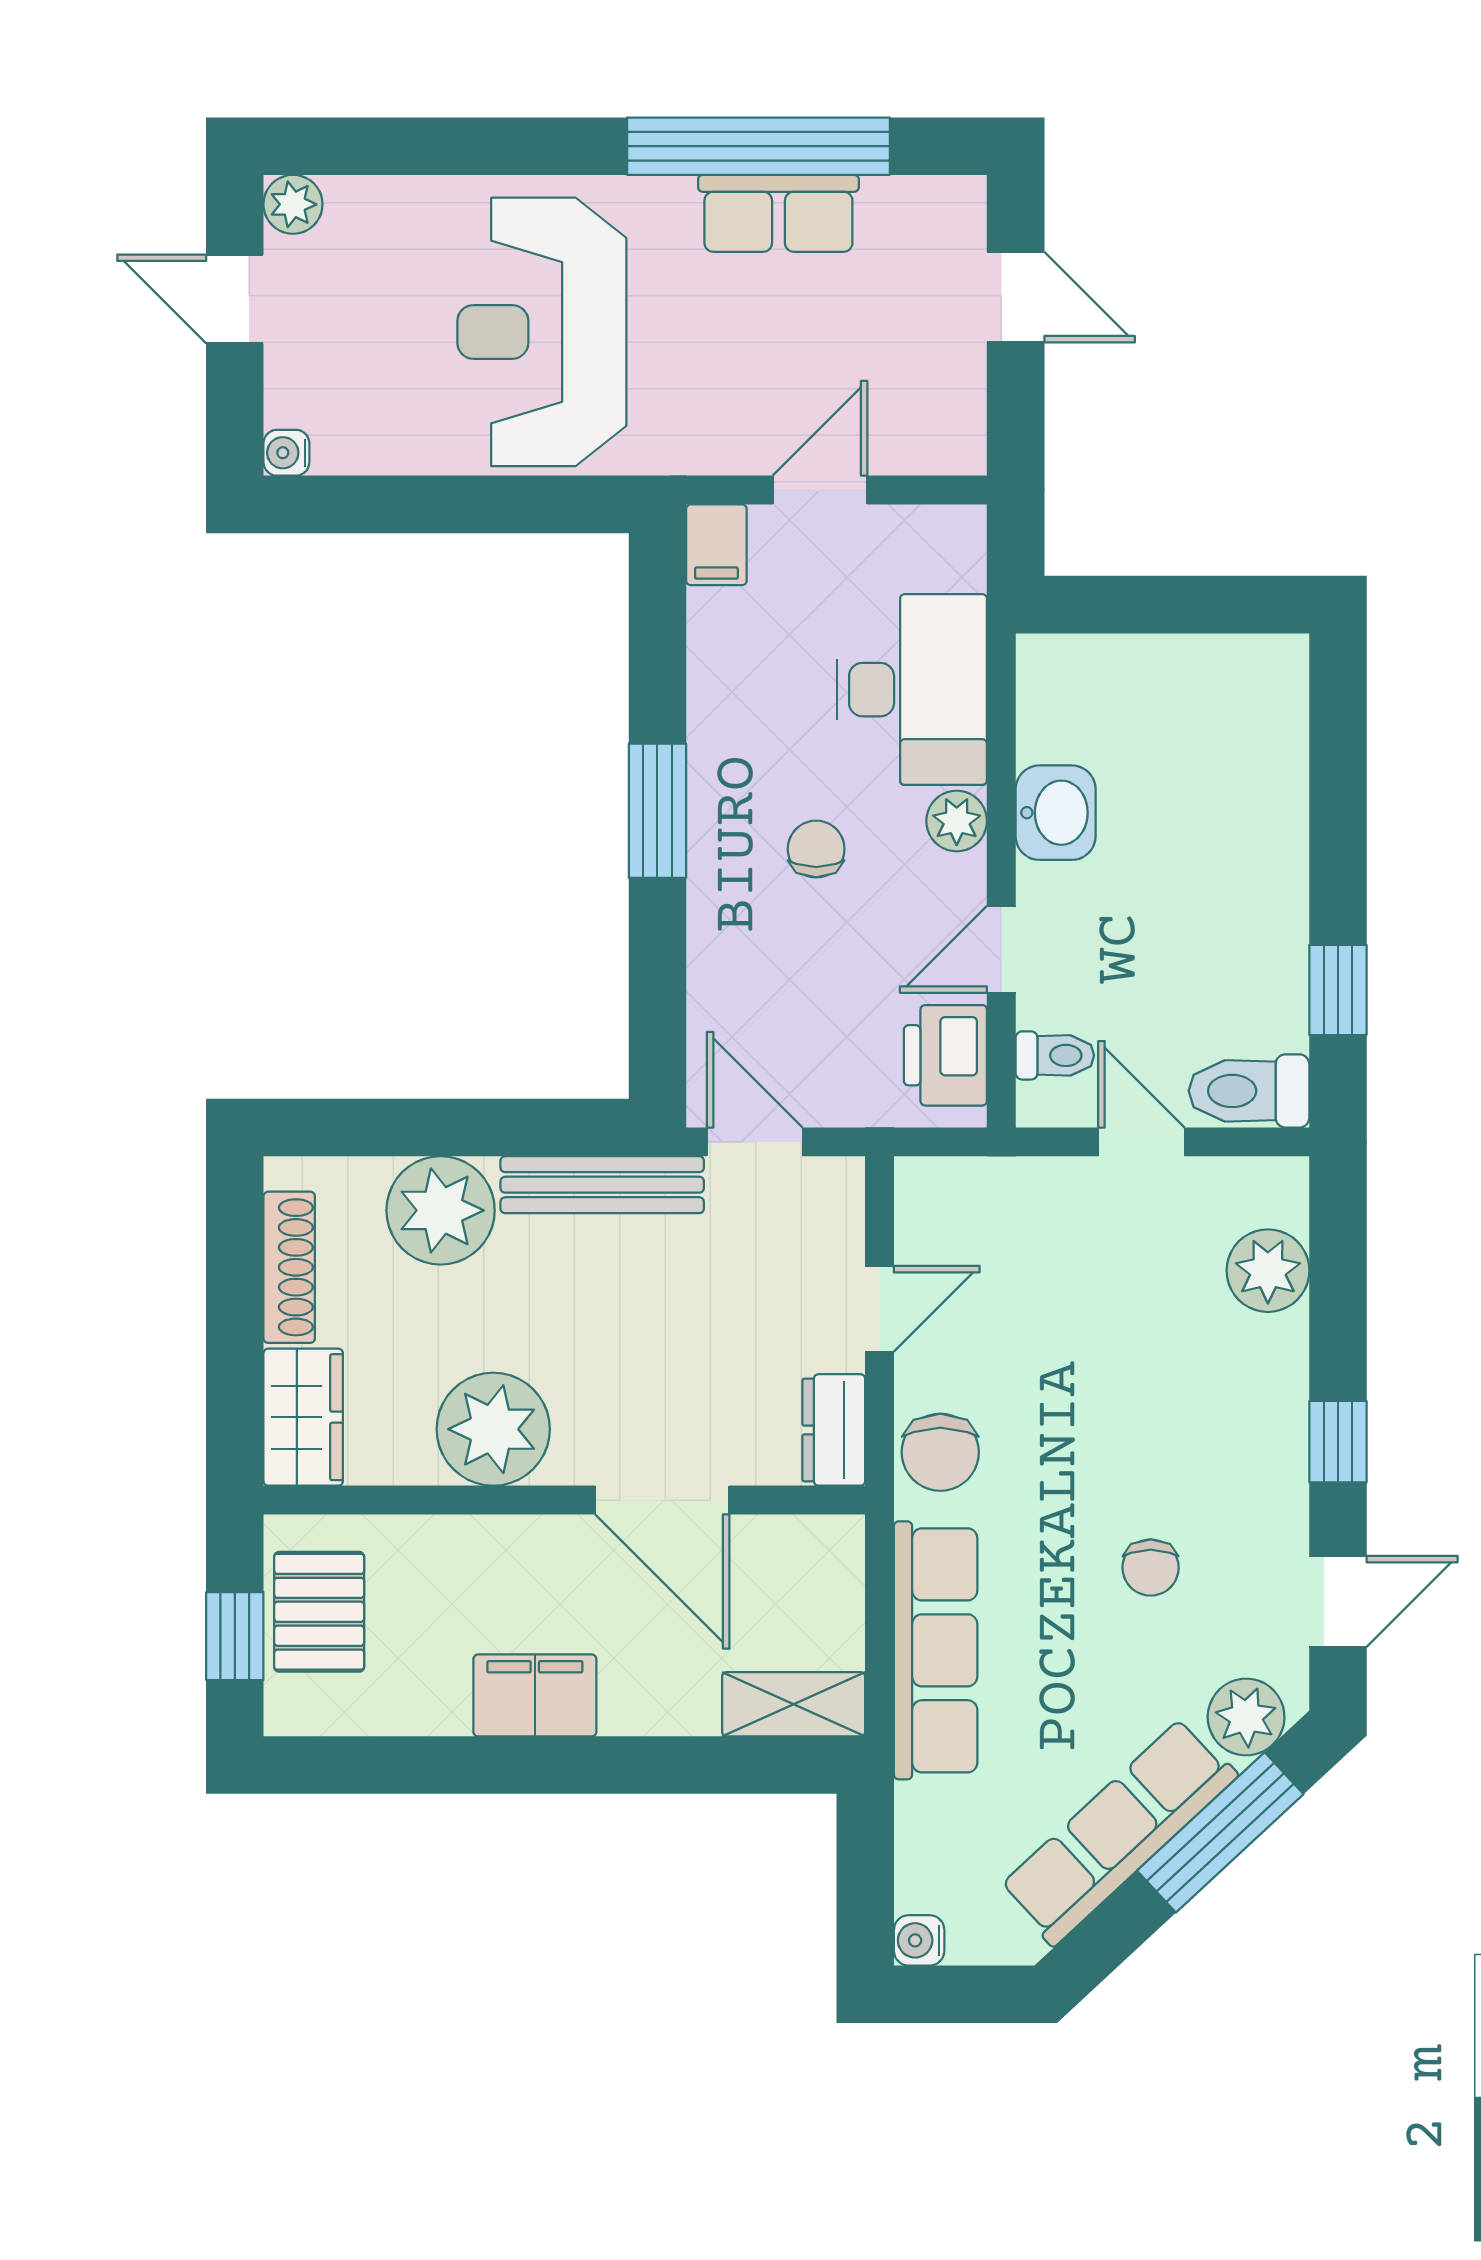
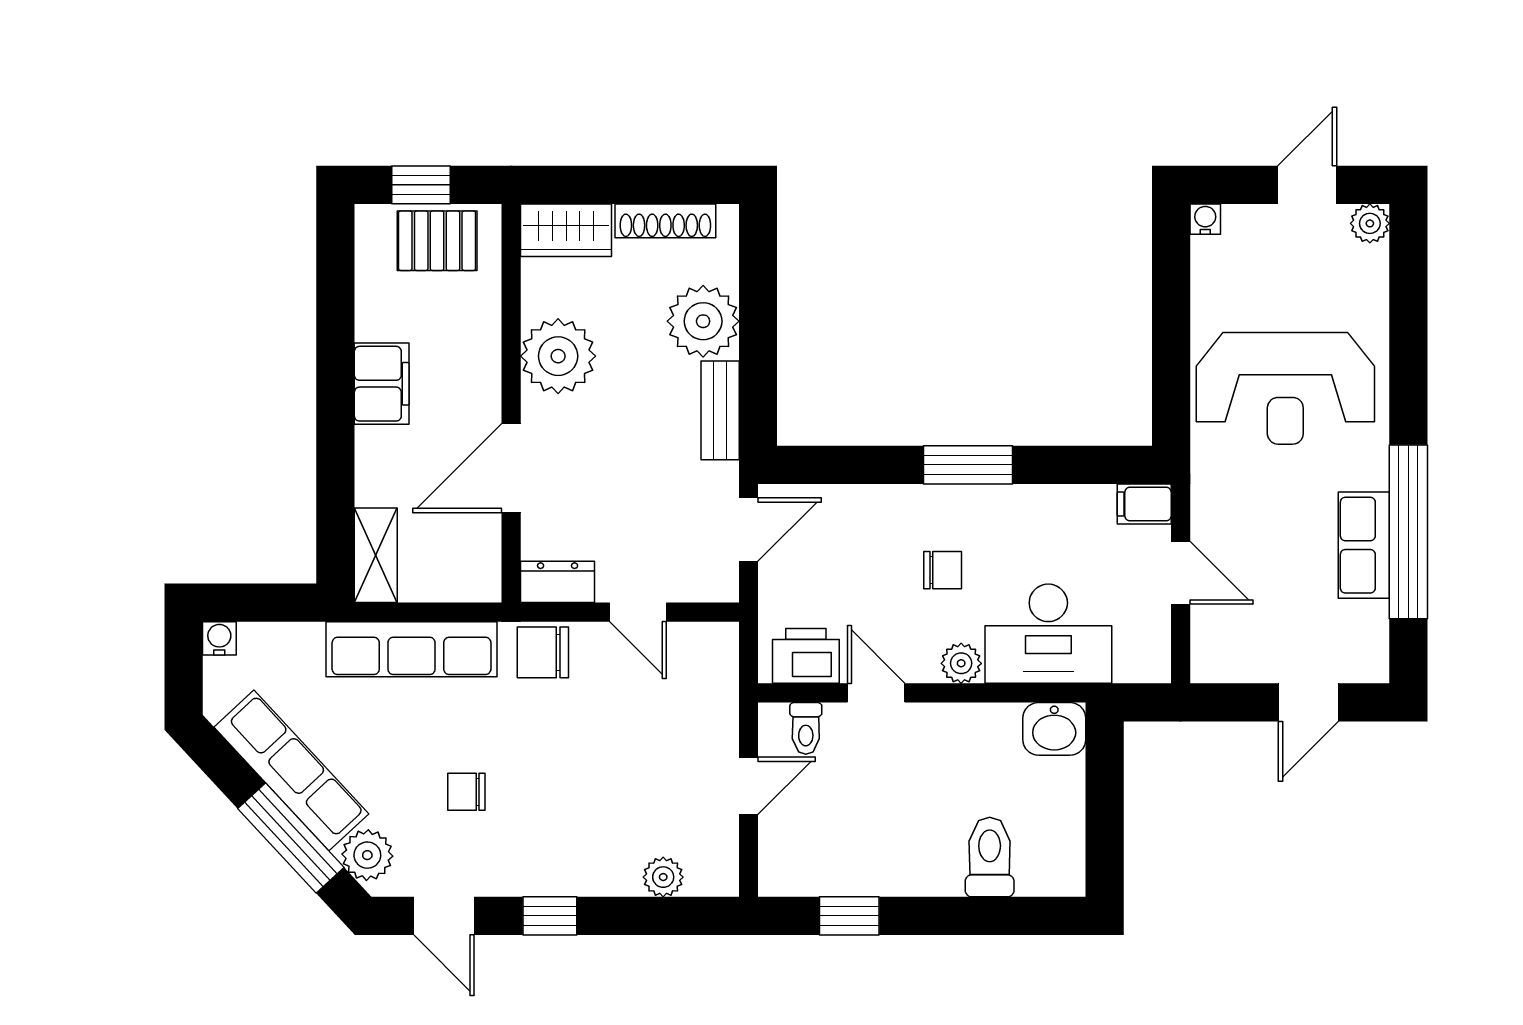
reception desk: (542, 332) -> (1285, 388), turned 180
washbasin: (1056, 813) -> (1054, 729), moved
toilet: (1249, 1091) -> (990, 857), moved
bench: (602, 1185) -> (720, 410), width x0.73
plant: (1268, 1271) -> (663, 877), width x0.73, depth x0.73

